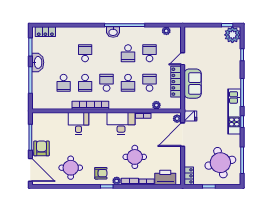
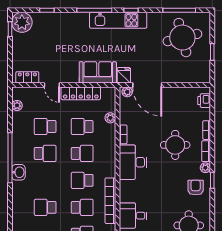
sofa: (193, 84) -> (98, 72), moved
locker: (189, 176) -> (27, 77), moved
printer: (165, 178) -> (204, 101), width x0.53, depth x0.68

